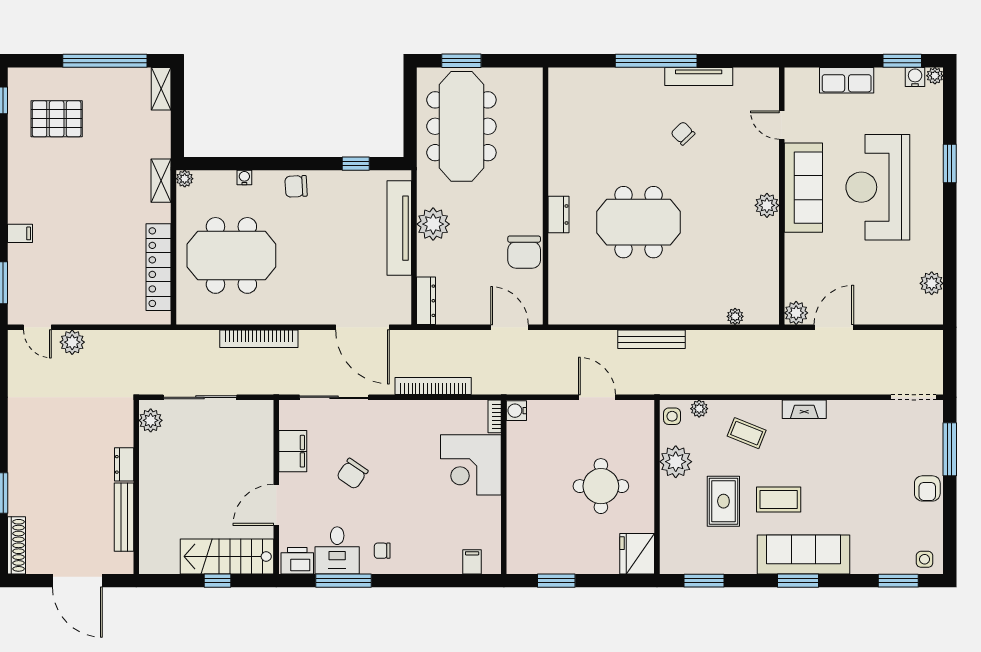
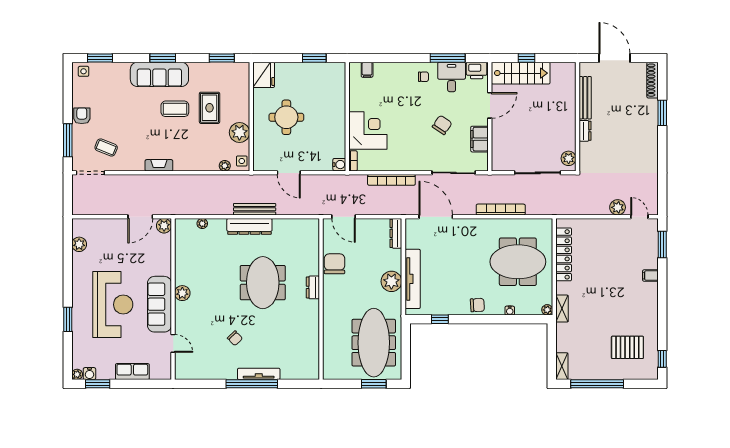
tv unit: (699, 76) -> (259, 374), moved
meeting table: (639, 222) -> (263, 283), turned 90
dresser: (660, 312) -> (249, 226), added
coffee table: (747, 433) -> (106, 147), moved

